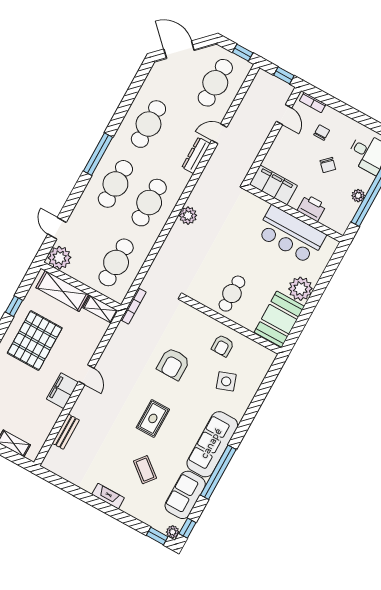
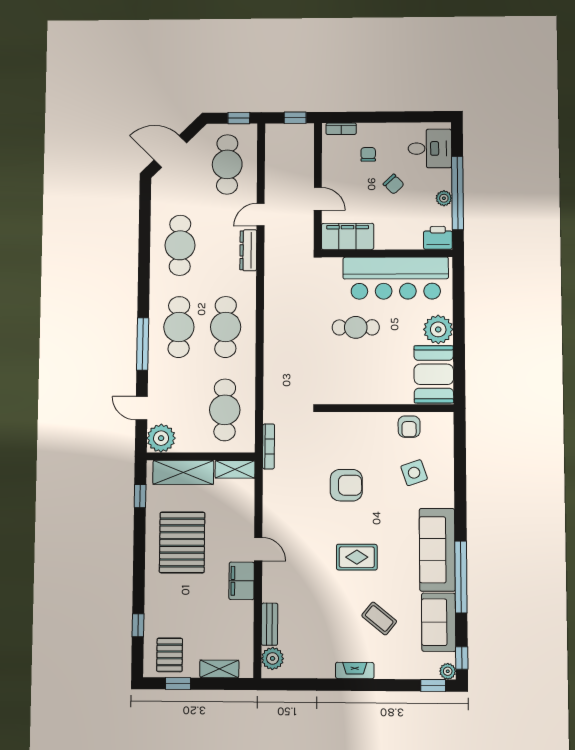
door: (284, 115) -> (318, 199), moved
window: (98, 154) -> (143, 344), moved
printer: (312, 208) -> (438, 238), moved
plant: (188, 216) -> (273, 658), moved
bar counter: (291, 235) -> (396, 278), width x1.36
cafe table: (232, 294) -> (356, 327), moved, turned 90
window: (14, 306) -> (140, 496), moved
armchair: (223, 346) -> (409, 427), moved
armchair: (173, 364) -> (346, 485), turned -90
rug: (153, 418) -> (357, 557), turned 90

